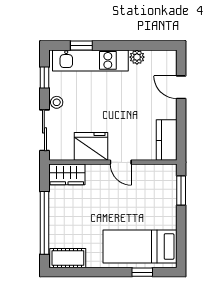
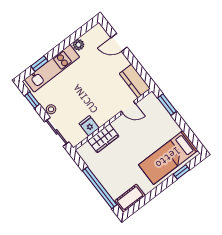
fridge: (91, 146) -> (89, 126), width x0.53, depth x0.75
door: (121, 162) -> (128, 107), moved
wardrobe: (67, 174) -> (103, 138), moved

